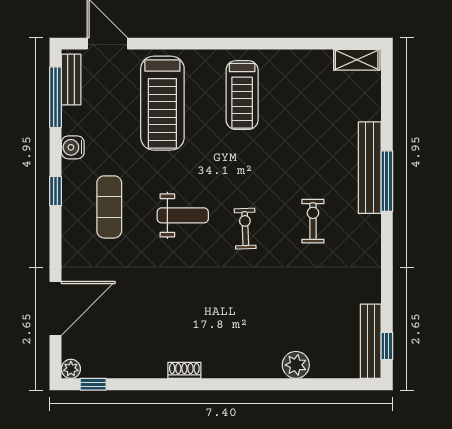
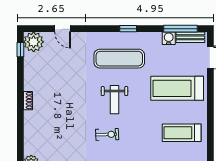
water cooler: (73, 147) -> (169, 38), moved
exercise mat: (109, 207) -> (119, 59), width x1.36, depth x1.45
door: (56, 308) -> (63, 29), width x0.53
plant: (71, 369) -> (34, 42), width x1.87, depth x1.87

